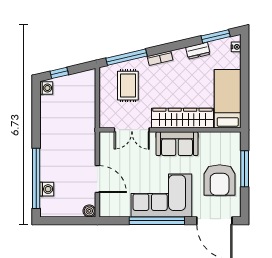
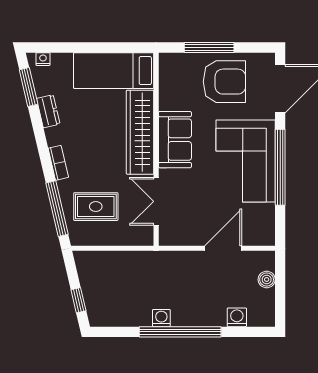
washing machine: (46, 88) -> (161, 318), moved
double door: (132, 130) -> (156, 201), swing flipped
window: (36, 178) -> (180, 332), moved
boiler: (89, 211) -> (267, 280), moved

